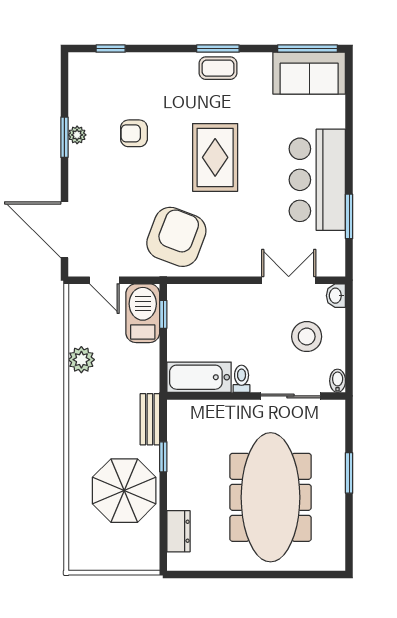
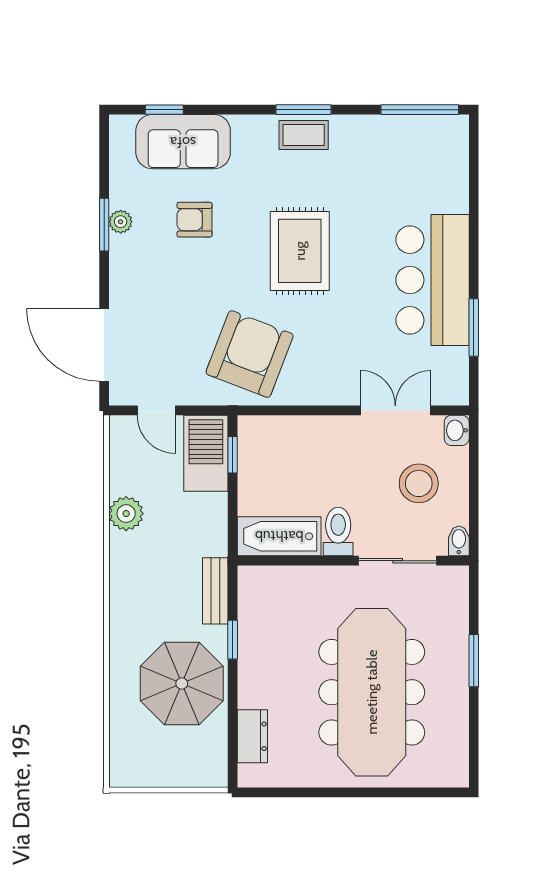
sofa: (309, 73) -> (183, 142), moved
toilet: (242, 379) -> (338, 532), width x1.37, depth x1.39

